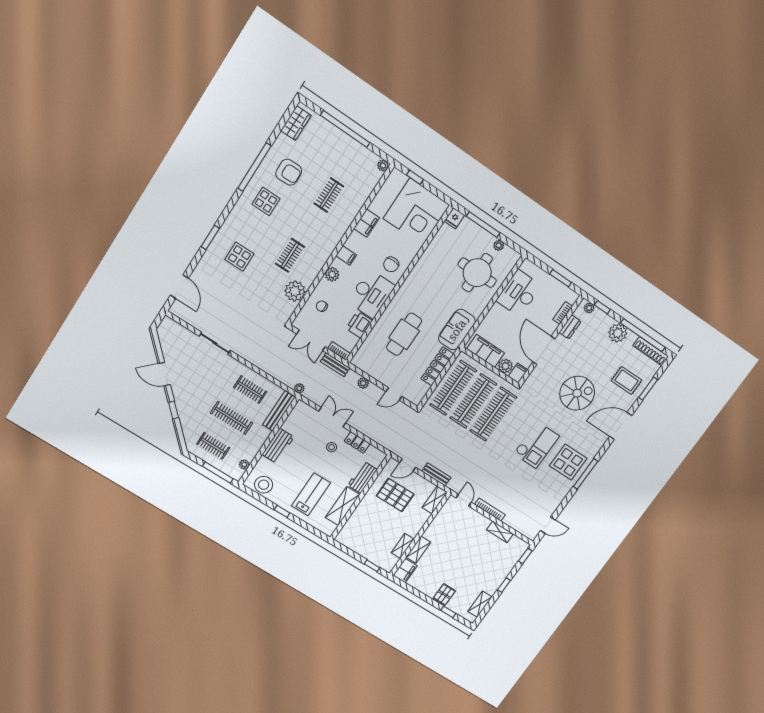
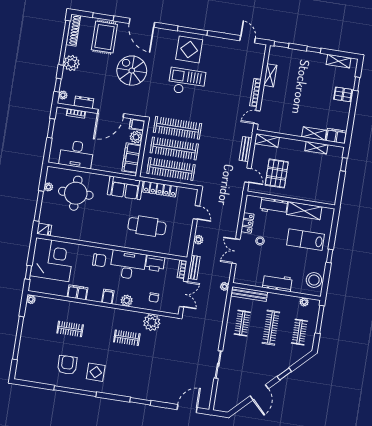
wardrobe: (296, 123) -> (30, 375), removed
display table: (239, 257) -> (145, 374), removed
rug: (626, 380) -> (104, 37), width x1.36, depth x1.43

